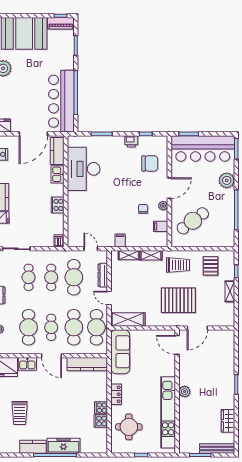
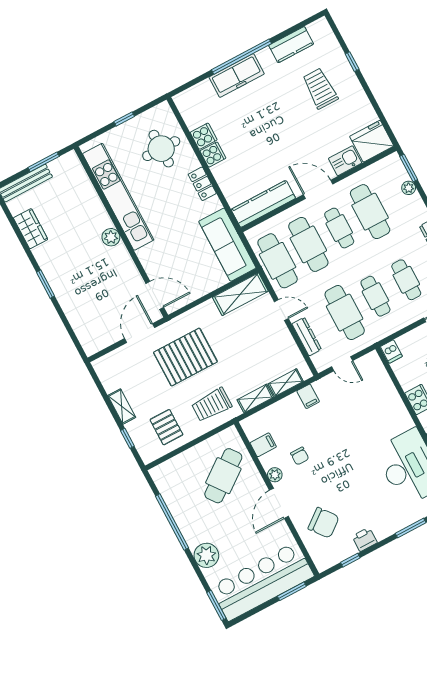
chair: (150, 163) -> (324, 523), turned -128
kitchen counter: (33, 447) -> (291, 45), moved

